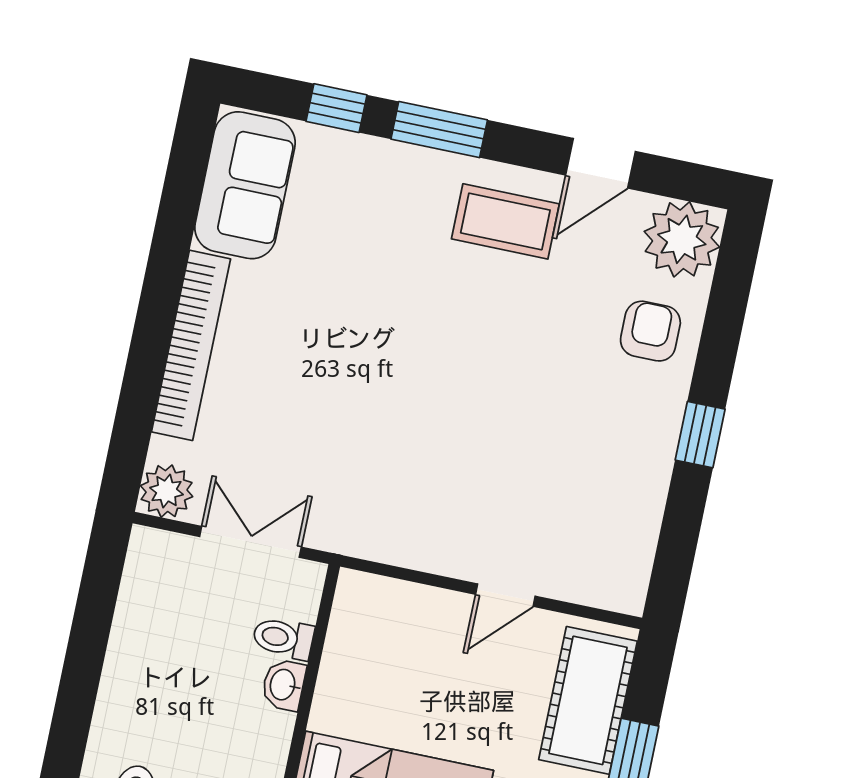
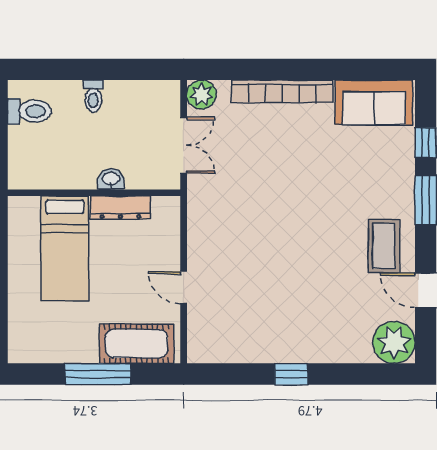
armchair: (650, 331) -> (341, 336), removed
toilet: (283, 638) -> (93, 96), moved, turned 180
dresser: (338, 678) -> (120, 208), added

